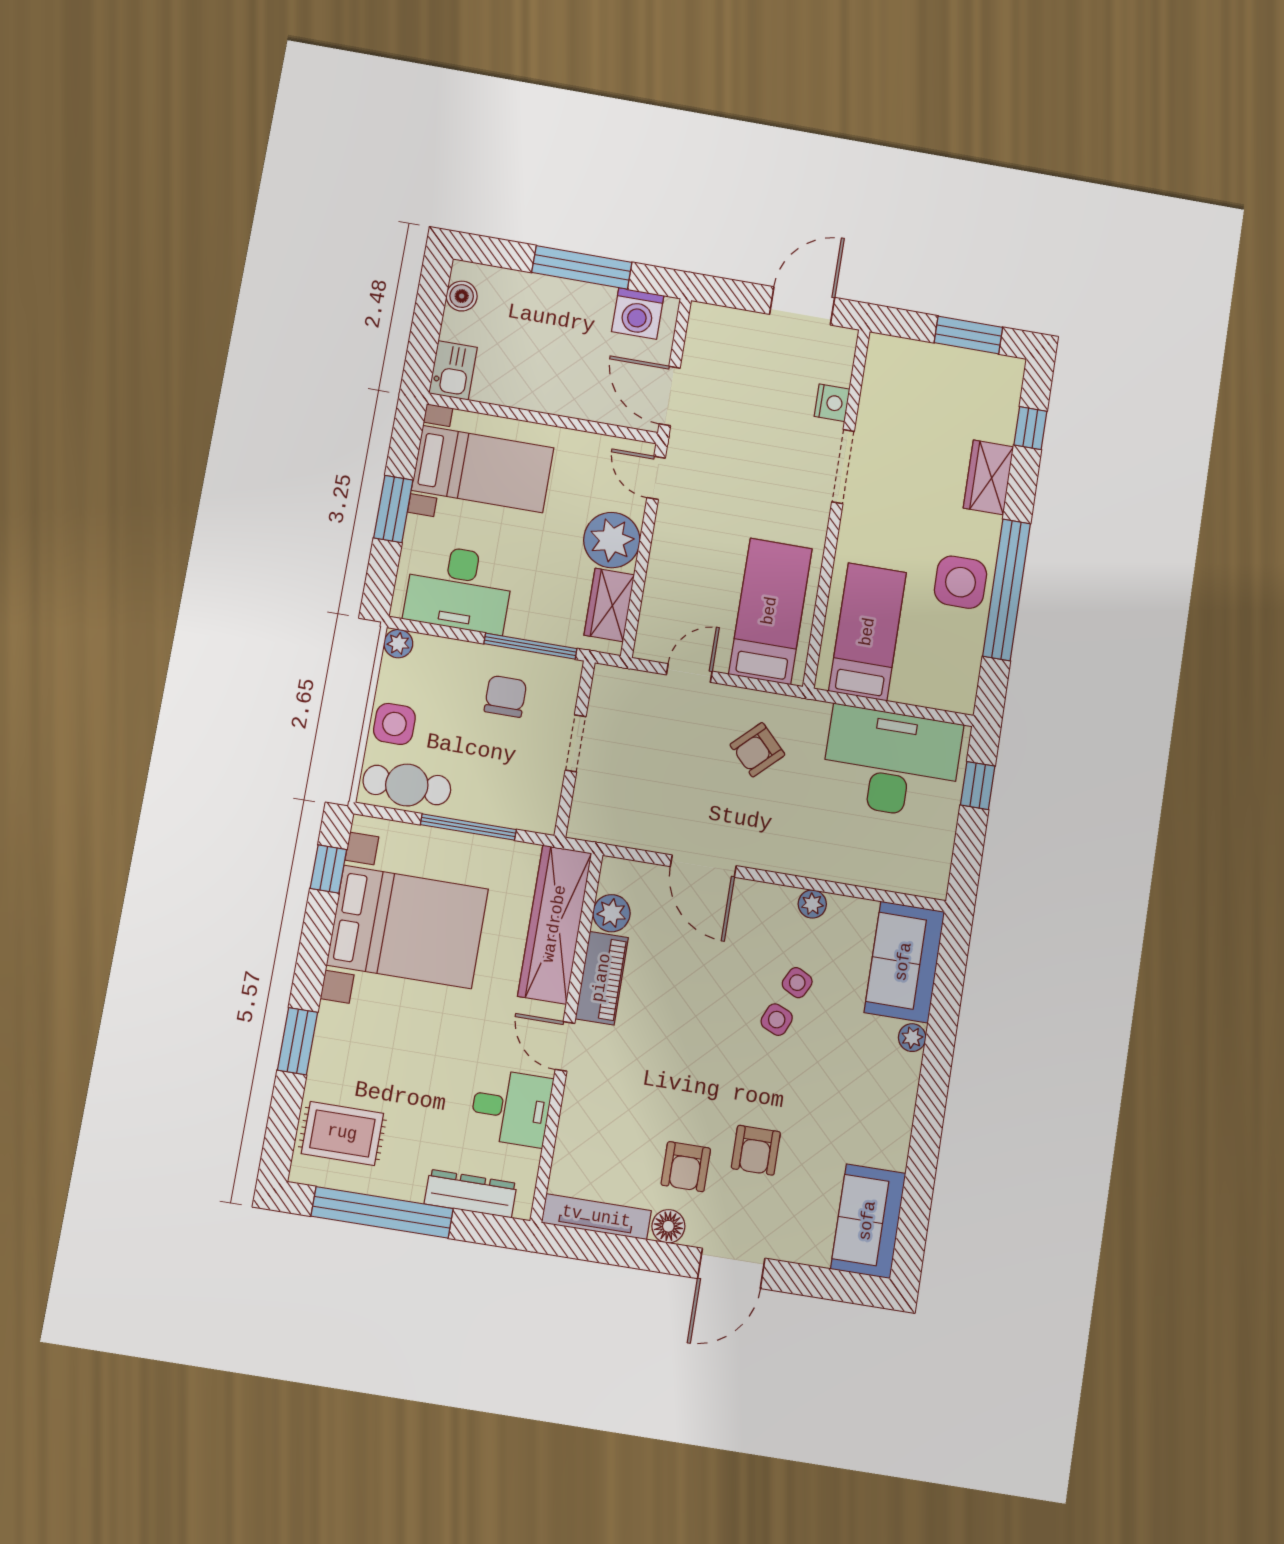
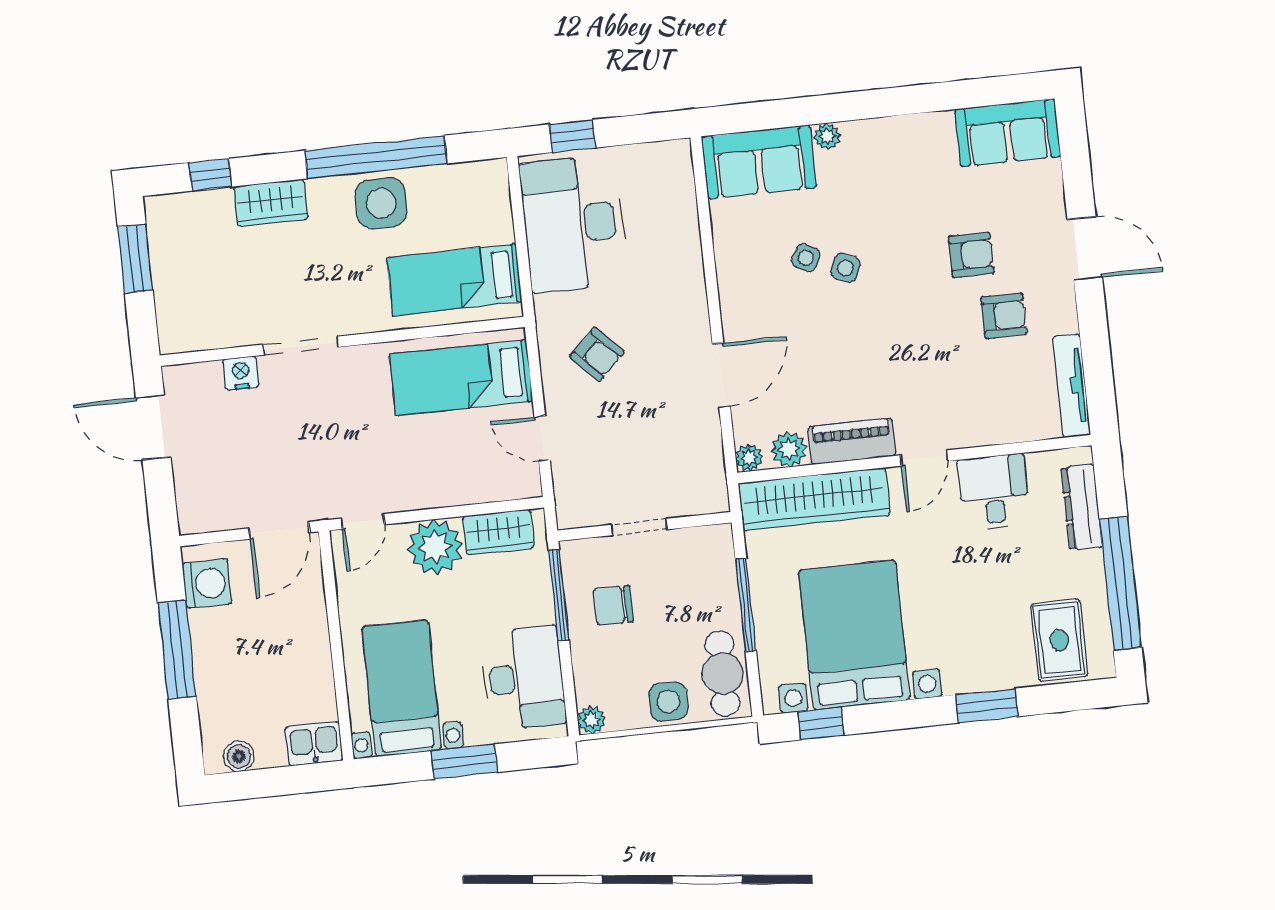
plant: (812, 904) -> (749, 458), moved
floor lamp: (668, 1226) -> (1062, 317), removed

